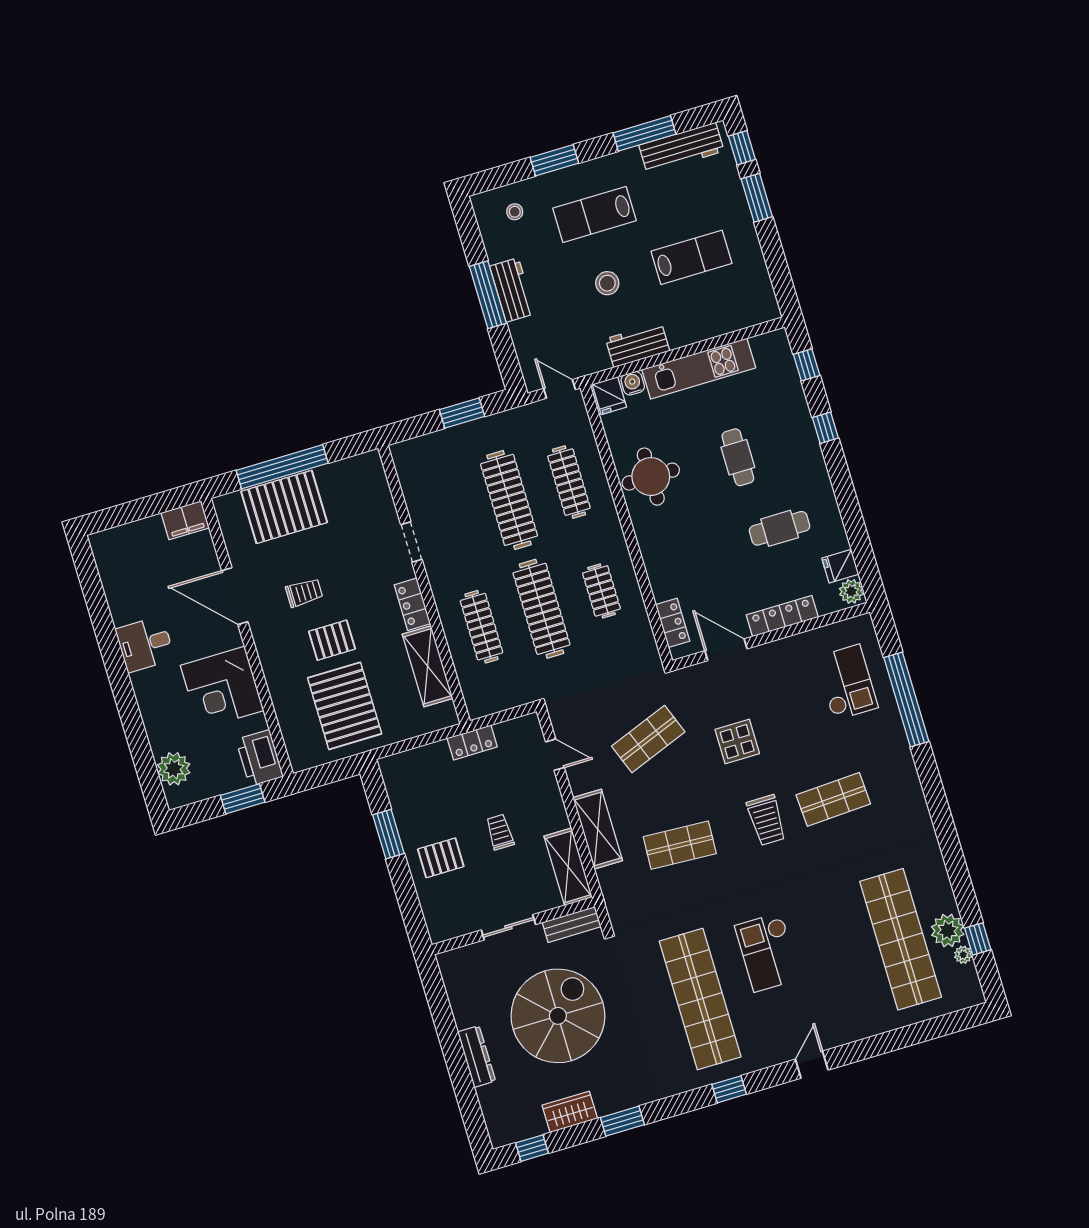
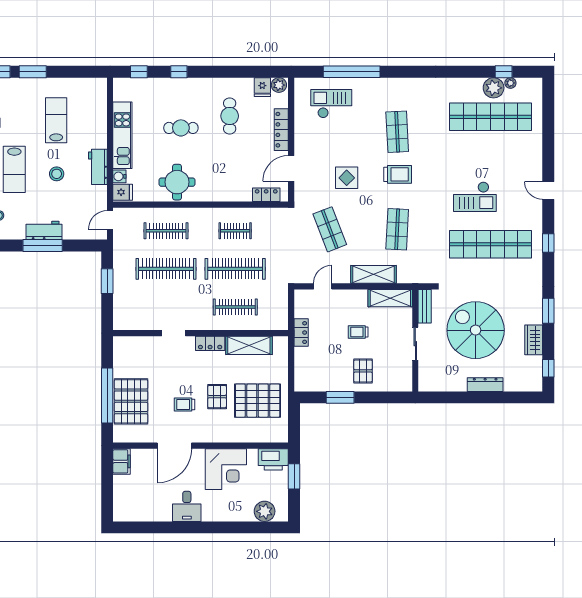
trolley: (304, 593) -> (184, 405), turned -90

